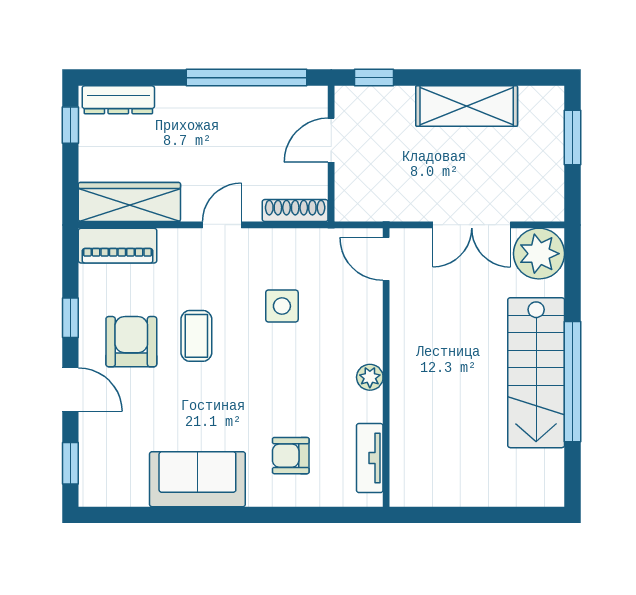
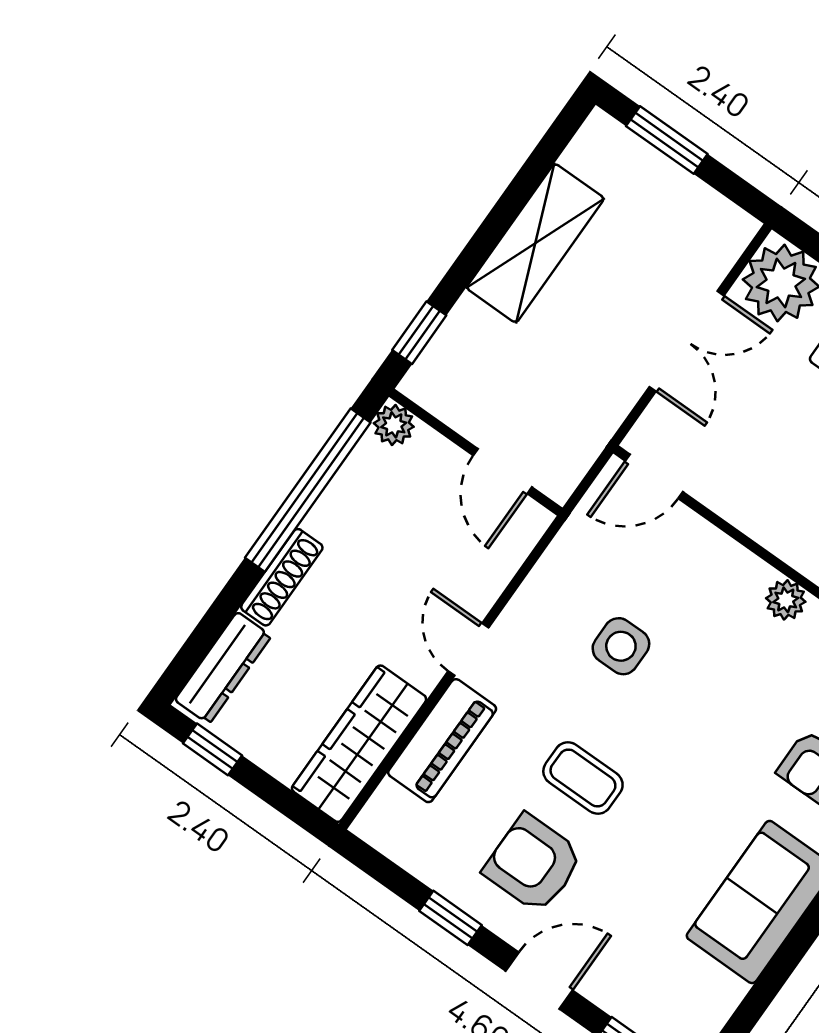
plant: (315, 99) -> (394, 425), added
door: (331, 140) -> (503, 471), moved
shoe rack: (295, 211) -> (282, 577), moved, turned 180
piano: (118, 246) -> (442, 741), moved

